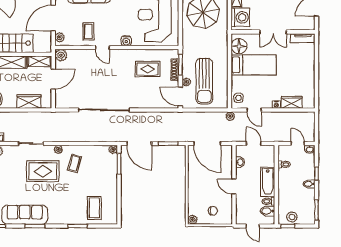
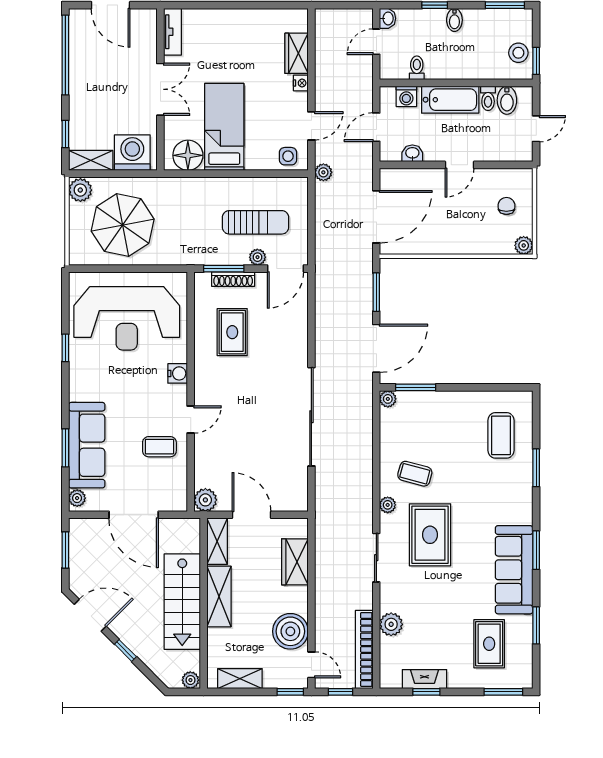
plant: (60, 37) -> (171, 502), removed
sun lounger: (204, 81) -> (256, 222), width x0.73, depth x0.75
washing machine: (269, 159) -> (406, 96), added
coffee table: (94, 208) -> (501, 435), turned 90

